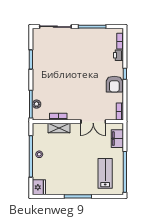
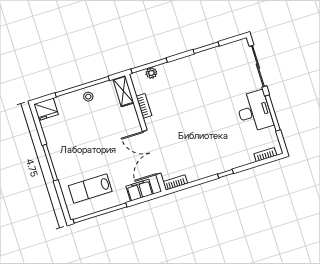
desk: (87, 39) -> (254, 111), added
printer: (118, 55) -> (247, 158), removed
armchair: (114, 84) -> (208, 164), removed
double door: (93, 122) -> (152, 152), width x1.37
shelving: (59, 128) -> (123, 91), moved
lab bench: (105, 173) -> (90, 189), turned 180

